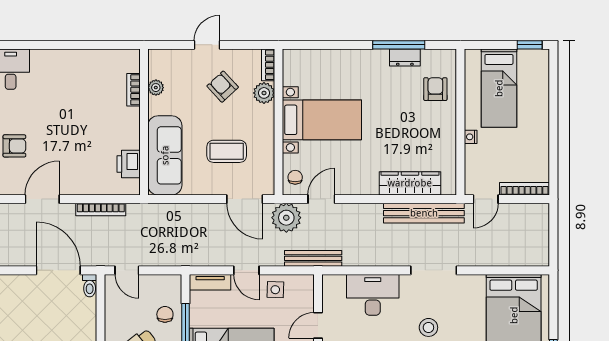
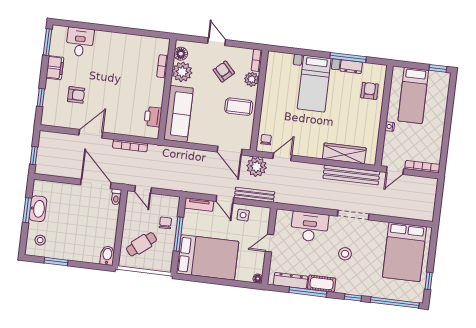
door: (207, 45) -> (217, 42), hinge flipped
floor lamp: (158, 68) -> (181, 54), added
plant: (156, 88) -> (182, 72), width x1.87, depth x1.87
bed with nightstands: (322, 120) -> (314, 84), moved, turned 90
coffee table: (227, 151) -> (239, 107), moved
bench: (313, 258) -> (254, 195), moved

